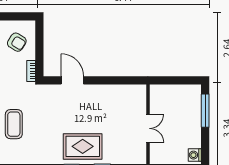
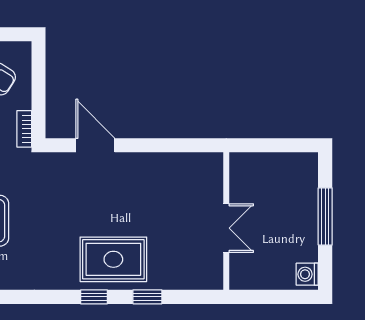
window: (205, 111) -> (325, 216), moved

